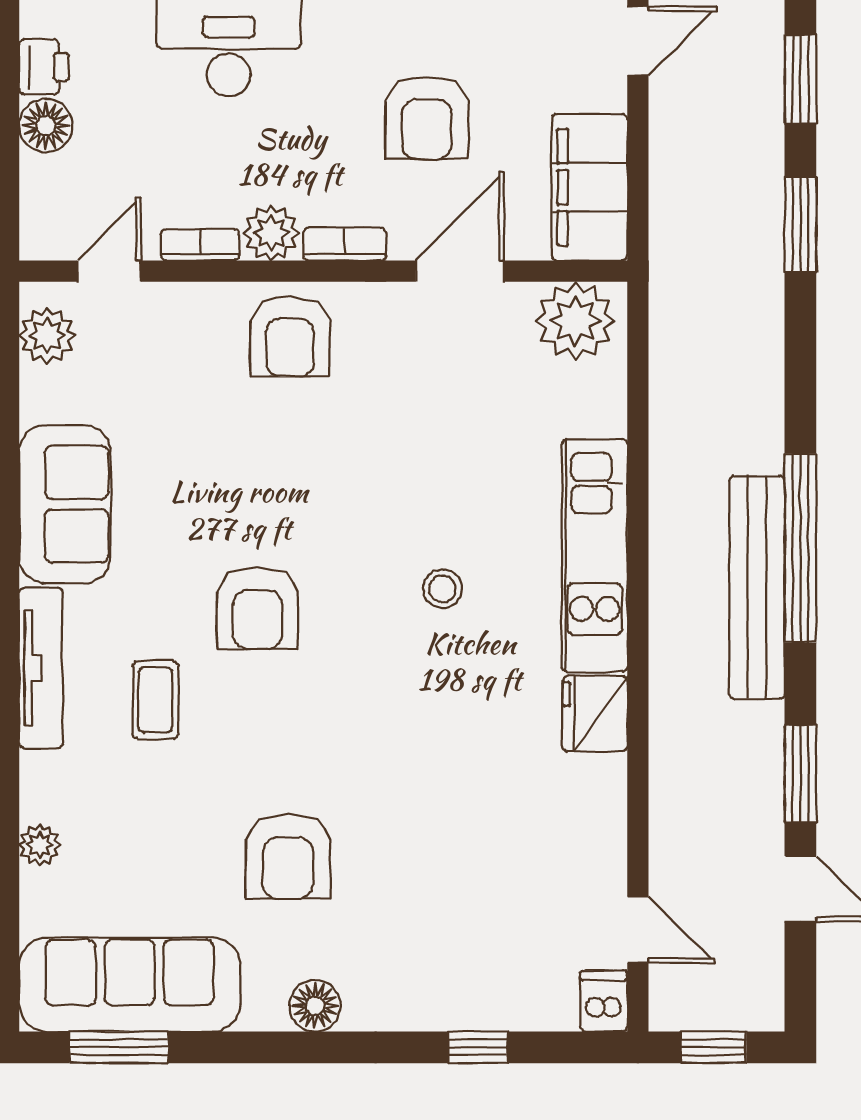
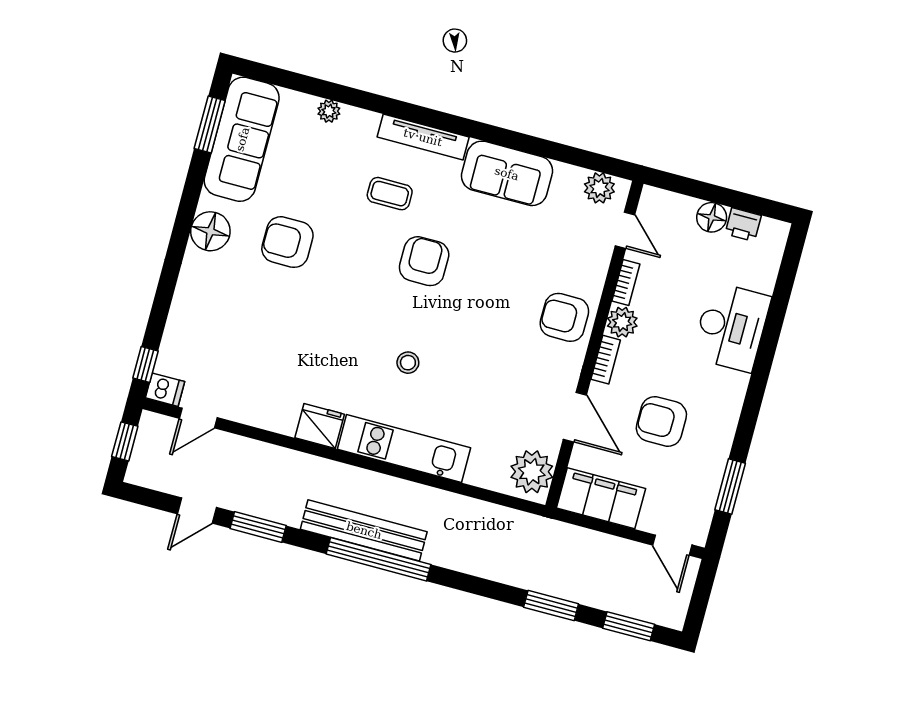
armchair: (257, 608) -> (424, 261), turned 90
floor lamp: (315, 1006) -> (210, 231), width x1.38, depth x1.38
window: (478, 1047) -> (145, 364), moved

